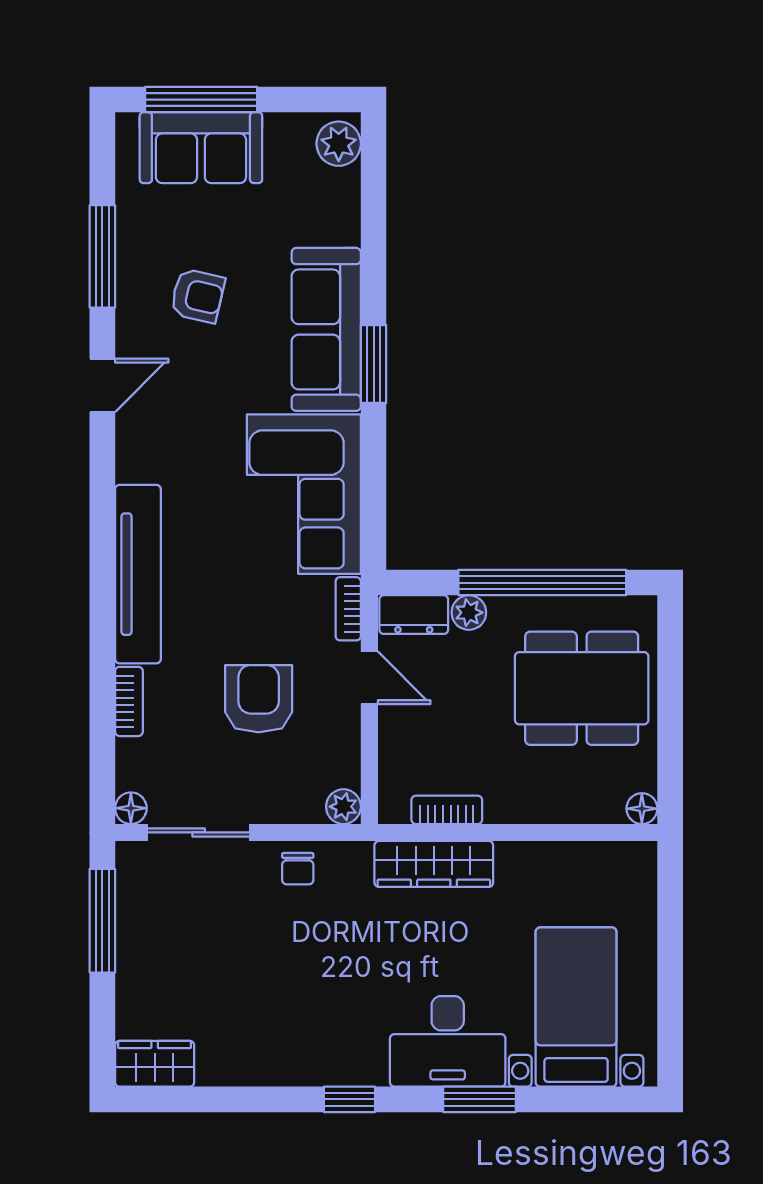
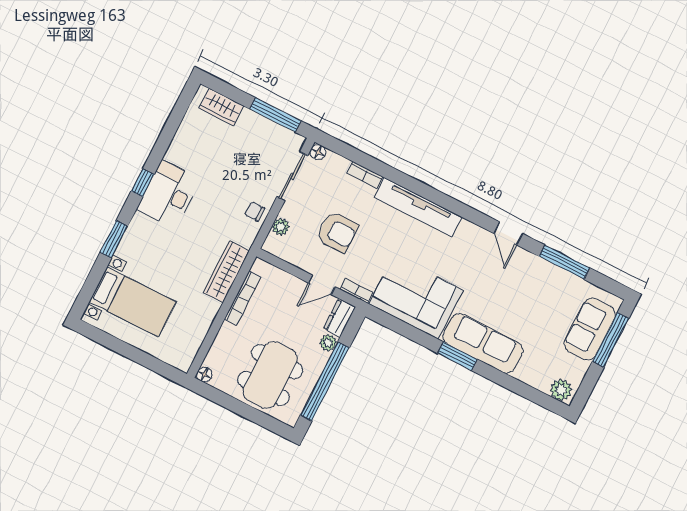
armchair: (197, 296) -> (526, 295), removed
plant: (343, 807) -> (281, 227), moved
bookcase: (447, 810) -> (243, 298), width x1.56
desk: (448, 1041) -> (169, 194), moved
wardrobe: (155, 1064) -> (221, 107), moved, turned 90

